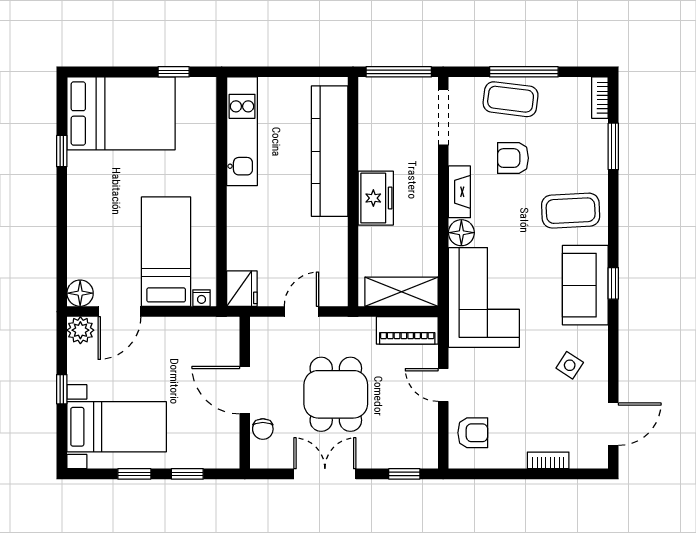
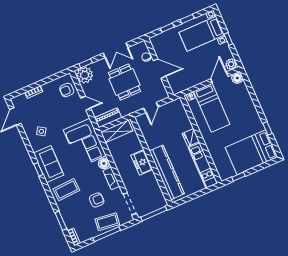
fridge: (242, 289) -> (191, 138), moved
plant: (418, 449) -> (85, 75), added

